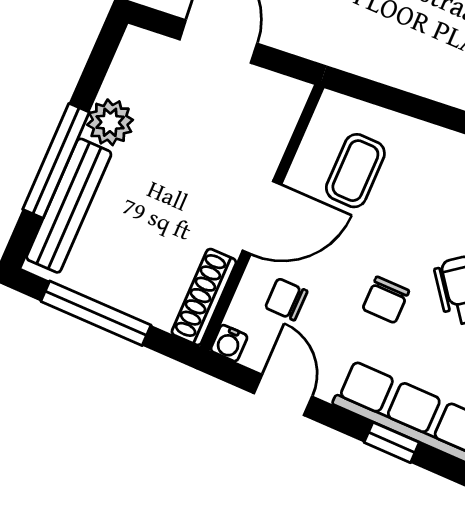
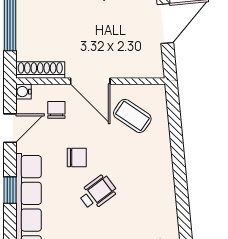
coffee table: (355, 171) -> (132, 116), turned 34
chair: (386, 300) -> (77, 157), turned 180

